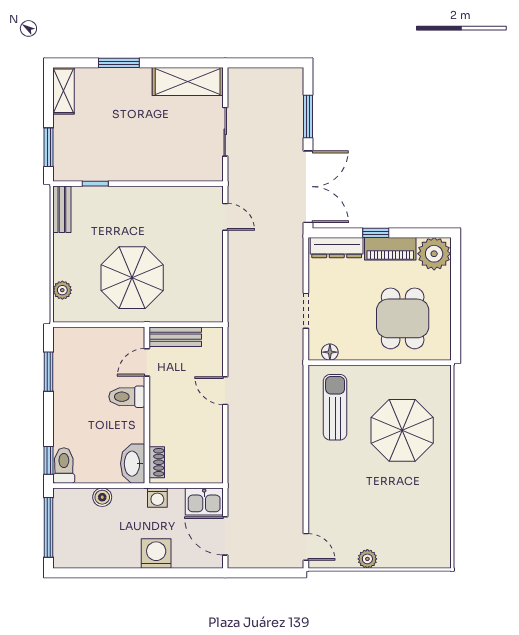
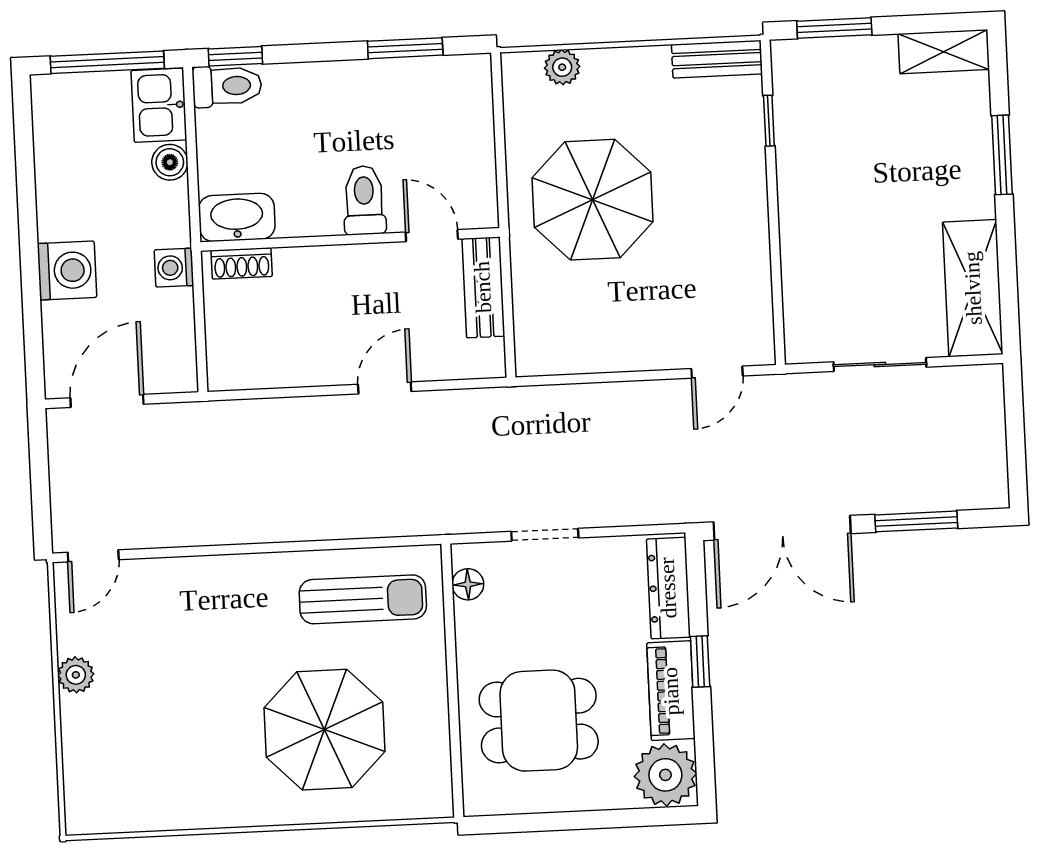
kitchen sink: (204, 502) -> (159, 105), moved

